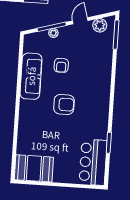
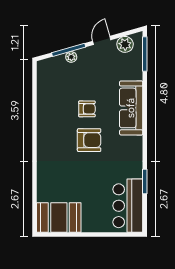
armchair: (61, 65) -> (87, 109), moved, turned -90
sofa: (31, 76) -> (131, 108), moved, turned 180

